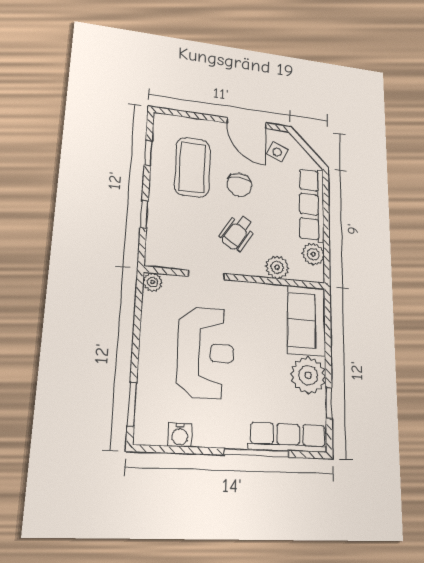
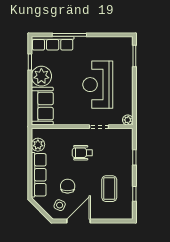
door: (246, 123) -> (78, 221), hinge flipped
coffee table: (192, 167) -> (109, 189), width x0.73, depth x0.76
chair: (239, 185) -> (68, 186), moved
wheelchair: (237, 233) -> (82, 153), turned -122
plant: (277, 267) -> (59, 135), removed
water cooler: (180, 435) -> (110, 42), removed

